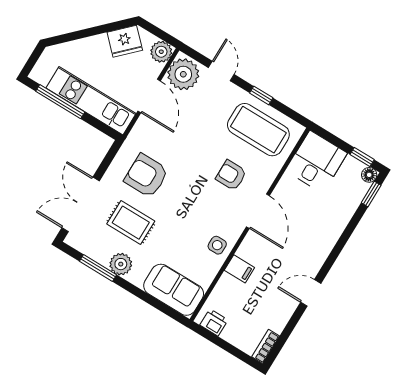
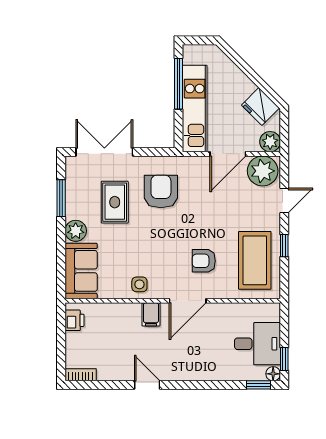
desk: (316, 162) -> (257, 344), moved
armchair: (231, 175) -> (204, 261), turned -90
plant: (121, 264) -> (76, 231), moved
filing cabinet: (239, 269) -> (151, 314), moved

